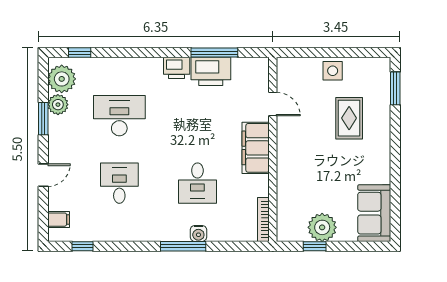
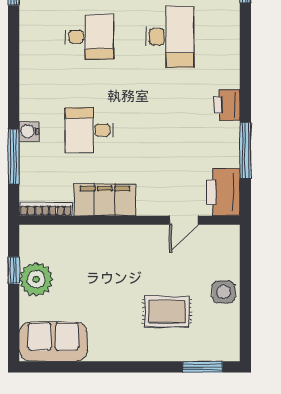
printer: (211, 71) -> (223, 192), moved
filing cabinet: (256, 148) -> (105, 200), moved
window: (183, 246) -> (14, 157), moved

